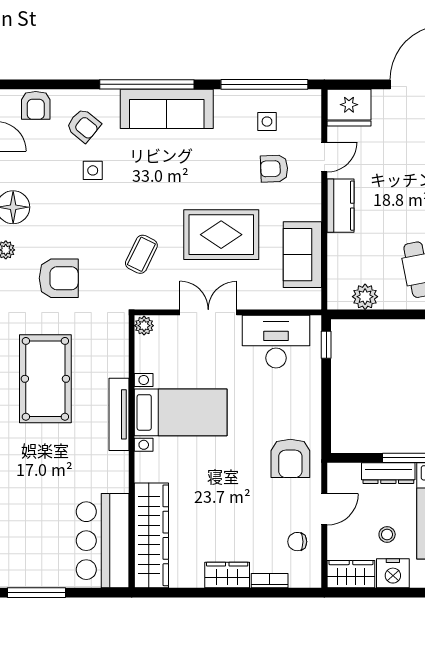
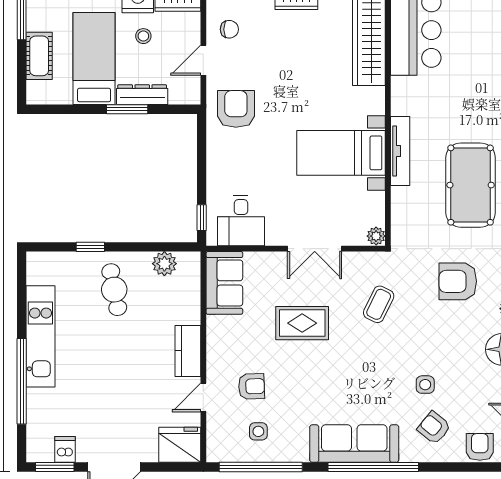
rug: (221, 235) -> (302, 323), width x0.73, depth x0.70
sofa: (302, 255) -> (224, 283), moved
desk: (276, 342) -> (241, 221), width x0.73

